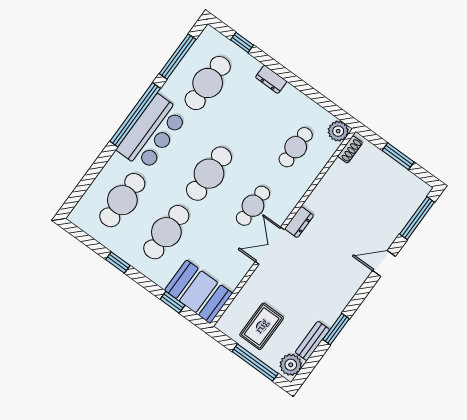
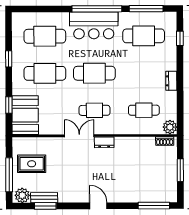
dresser: (271, 79) -> (171, 81), moved
door: (384, 263) -> (98, 206), moved
window: (336, 329) -> (45, 206), moved

